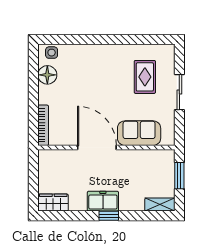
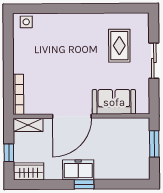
floor lamp: (47, 75) -> (22, 44), removed
door: (97, 147) -> (72, 116), swing flipped
window: (33, 184) -> (9, 153), added
shelving: (160, 205) -> (28, 125), moved

